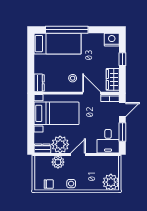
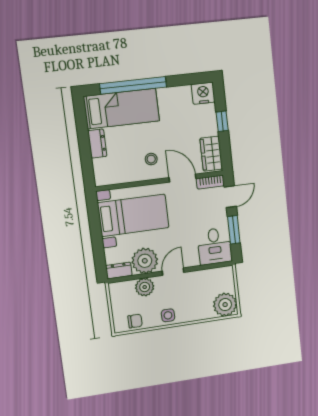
dresser: (39, 83) -> (97, 144), moved

